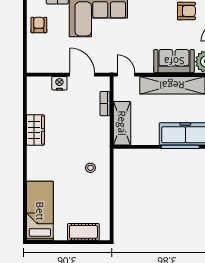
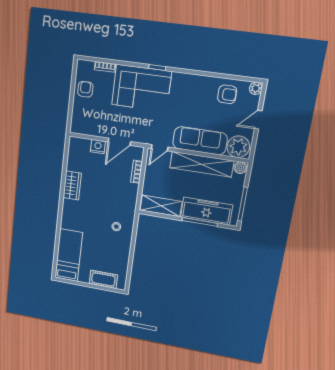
sofa: (174, 61) -> (200, 141), width x1.36
door: (82, 75) -> (119, 142), swing flipped
door: (126, 75) -> (160, 148), swing flipped
shelving: (122, 123) -> (161, 206), moved, turned 90

